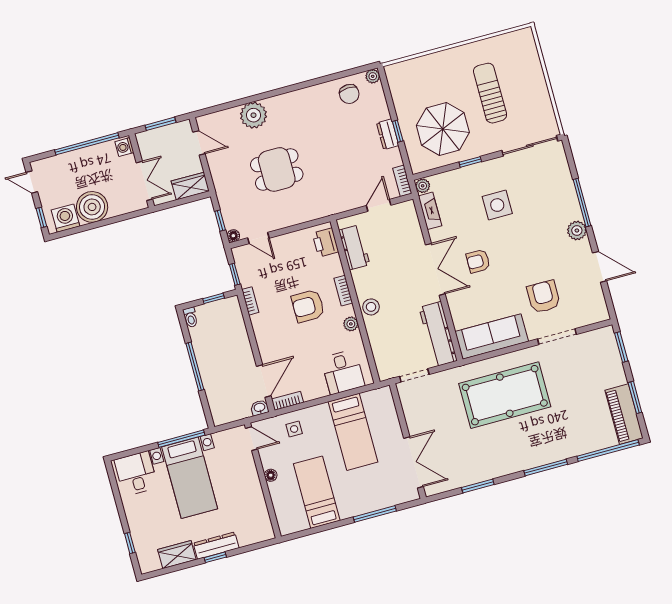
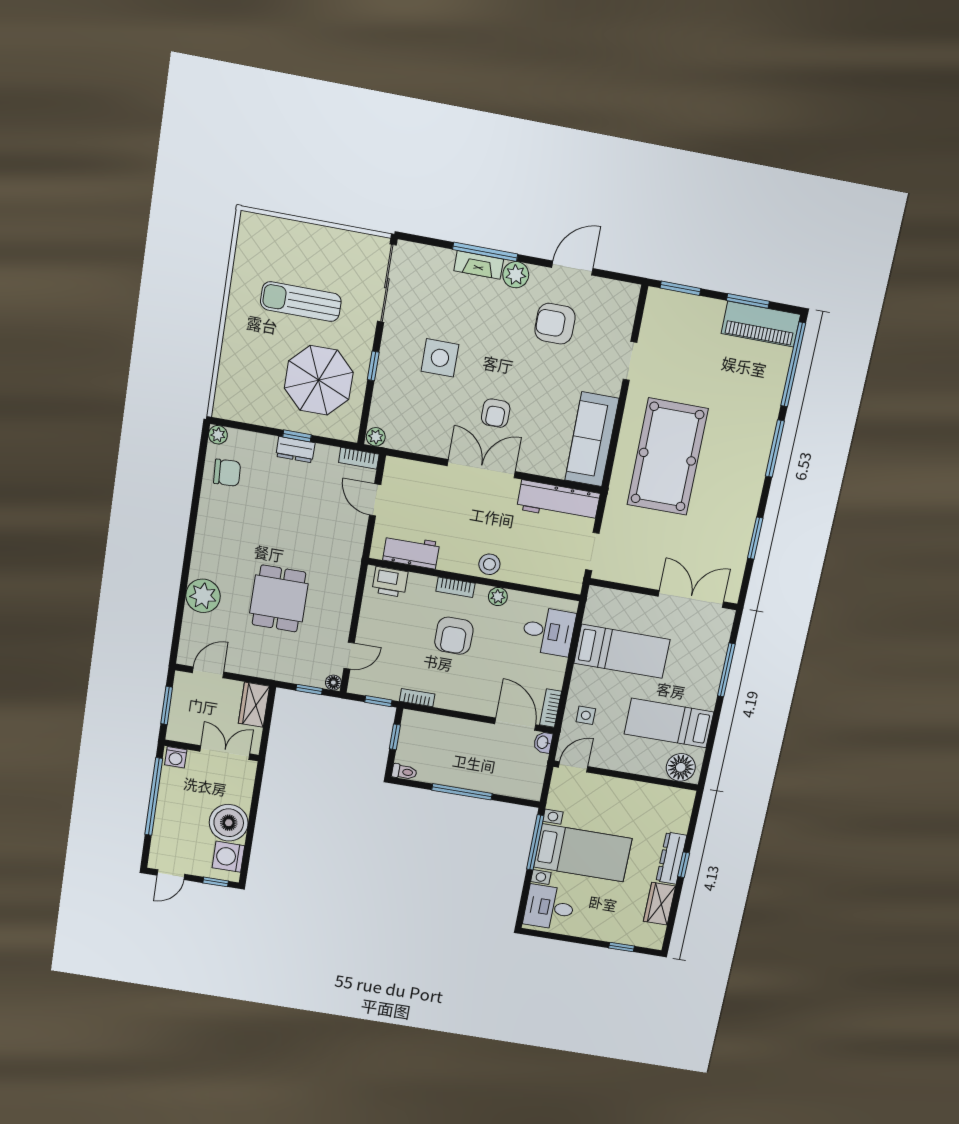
fireplace: (430, 211) -> (479, 265), moved, turned 180
armchair: (544, 297) -> (555, 324), moved
doorway: (557, 337) -> (630, 361), width x0.73
floor lamp: (271, 475) -> (681, 767), moved, width x1.89, depth x1.89

